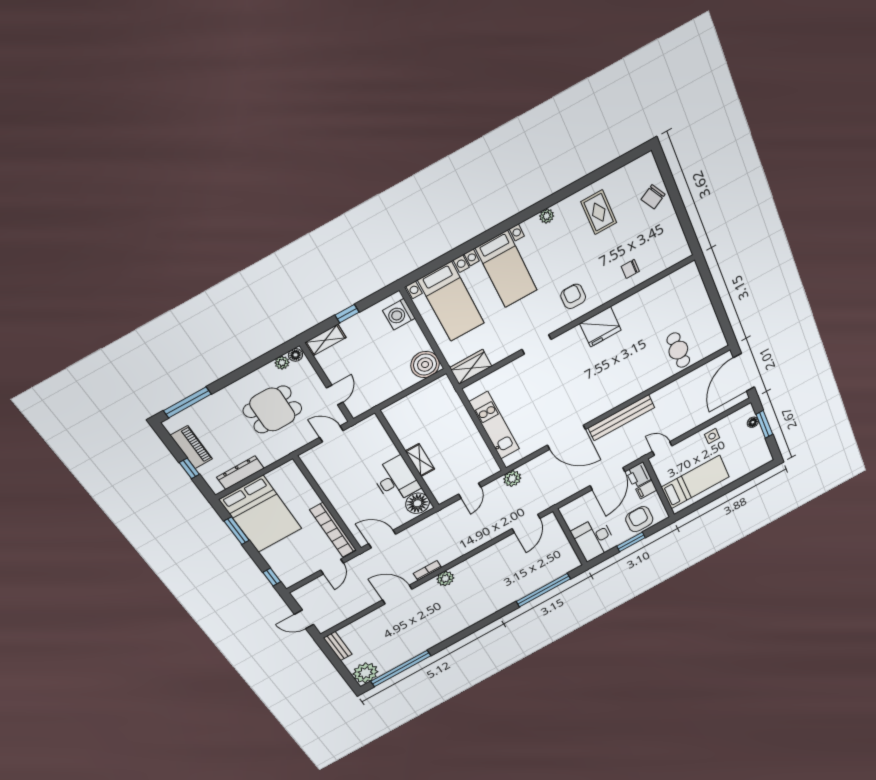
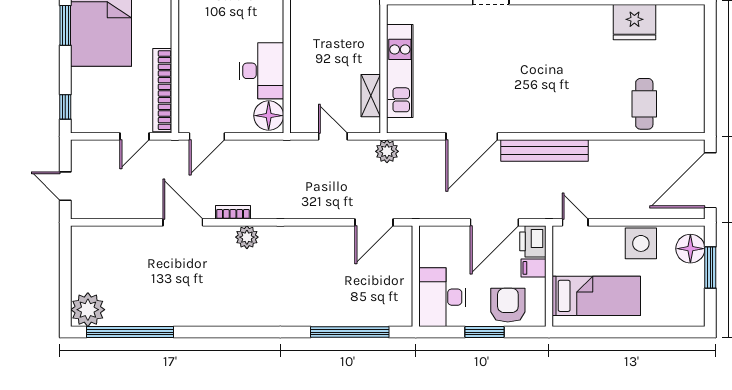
fridge: (600, 327) -> (634, 22), moved
floor lamp: (753, 422) -> (690, 249), width x1.89, depth x1.89
side table: (712, 436) -> (641, 243), width x1.87, depth x1.87
door: (566, 437) -> (472, 136), hinge flipped
shelving: (420, 460) -> (371, 96), moved
door: (470, 491) -> (333, 136), swing flipped
door: (382, 539) -> (207, 136), swing flipped
bench: (338, 646) -> (80, 249), removed

